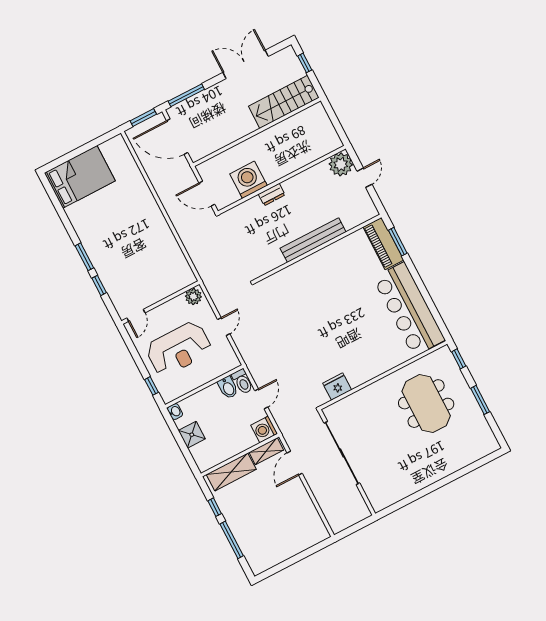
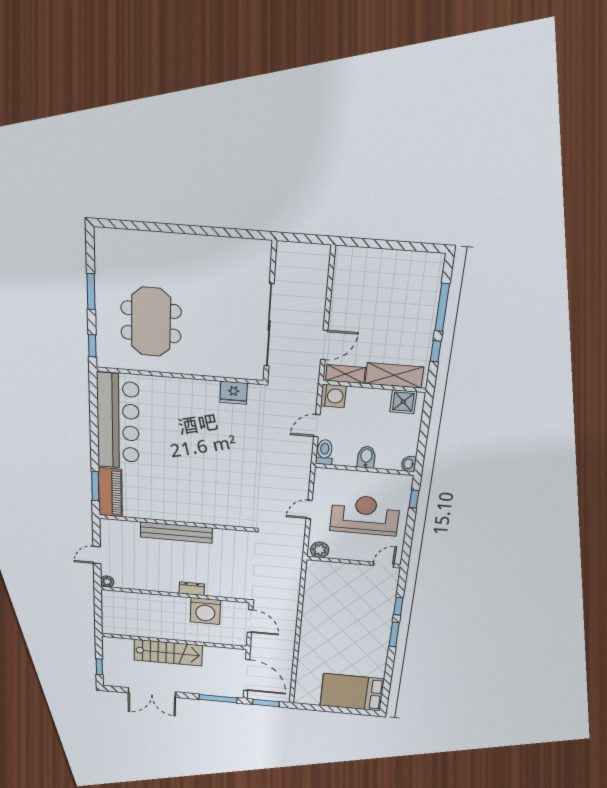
stairs: (284, 102) -> (168, 653), moved
plant: (341, 164) -> (107, 582), width x0.53, depth x0.53
bidet: (228, 387) -> (366, 457), moved
shower: (192, 435) -> (403, 402), moved

